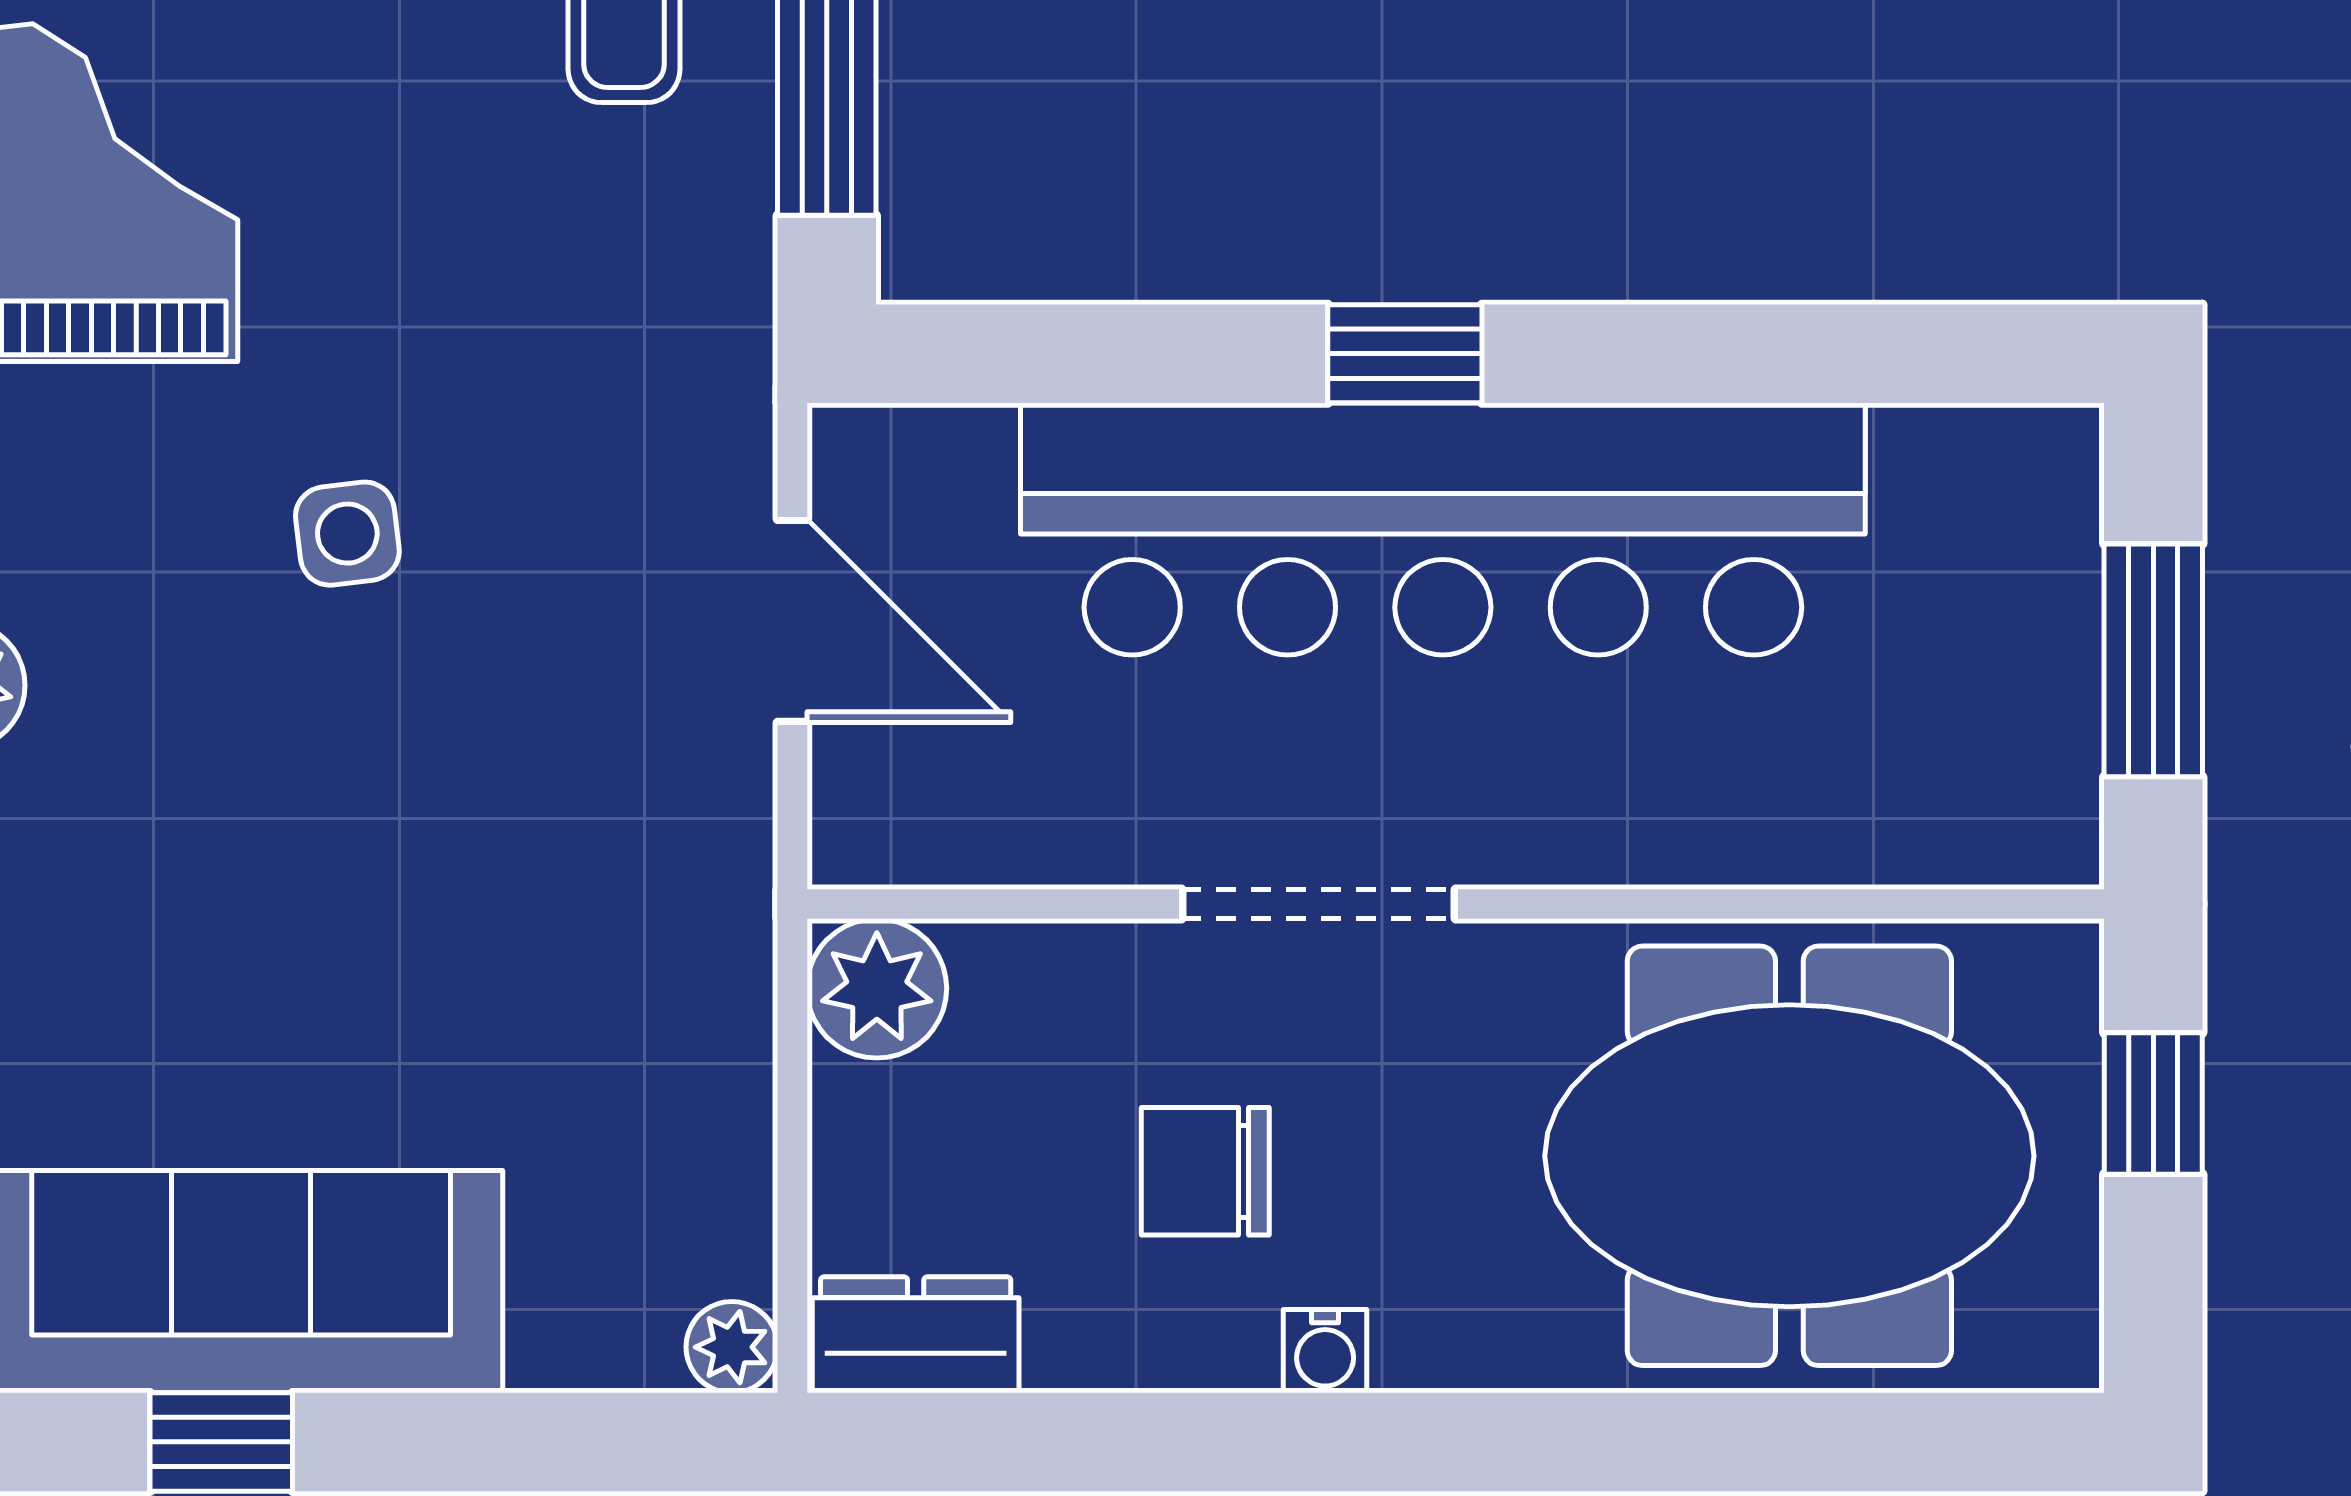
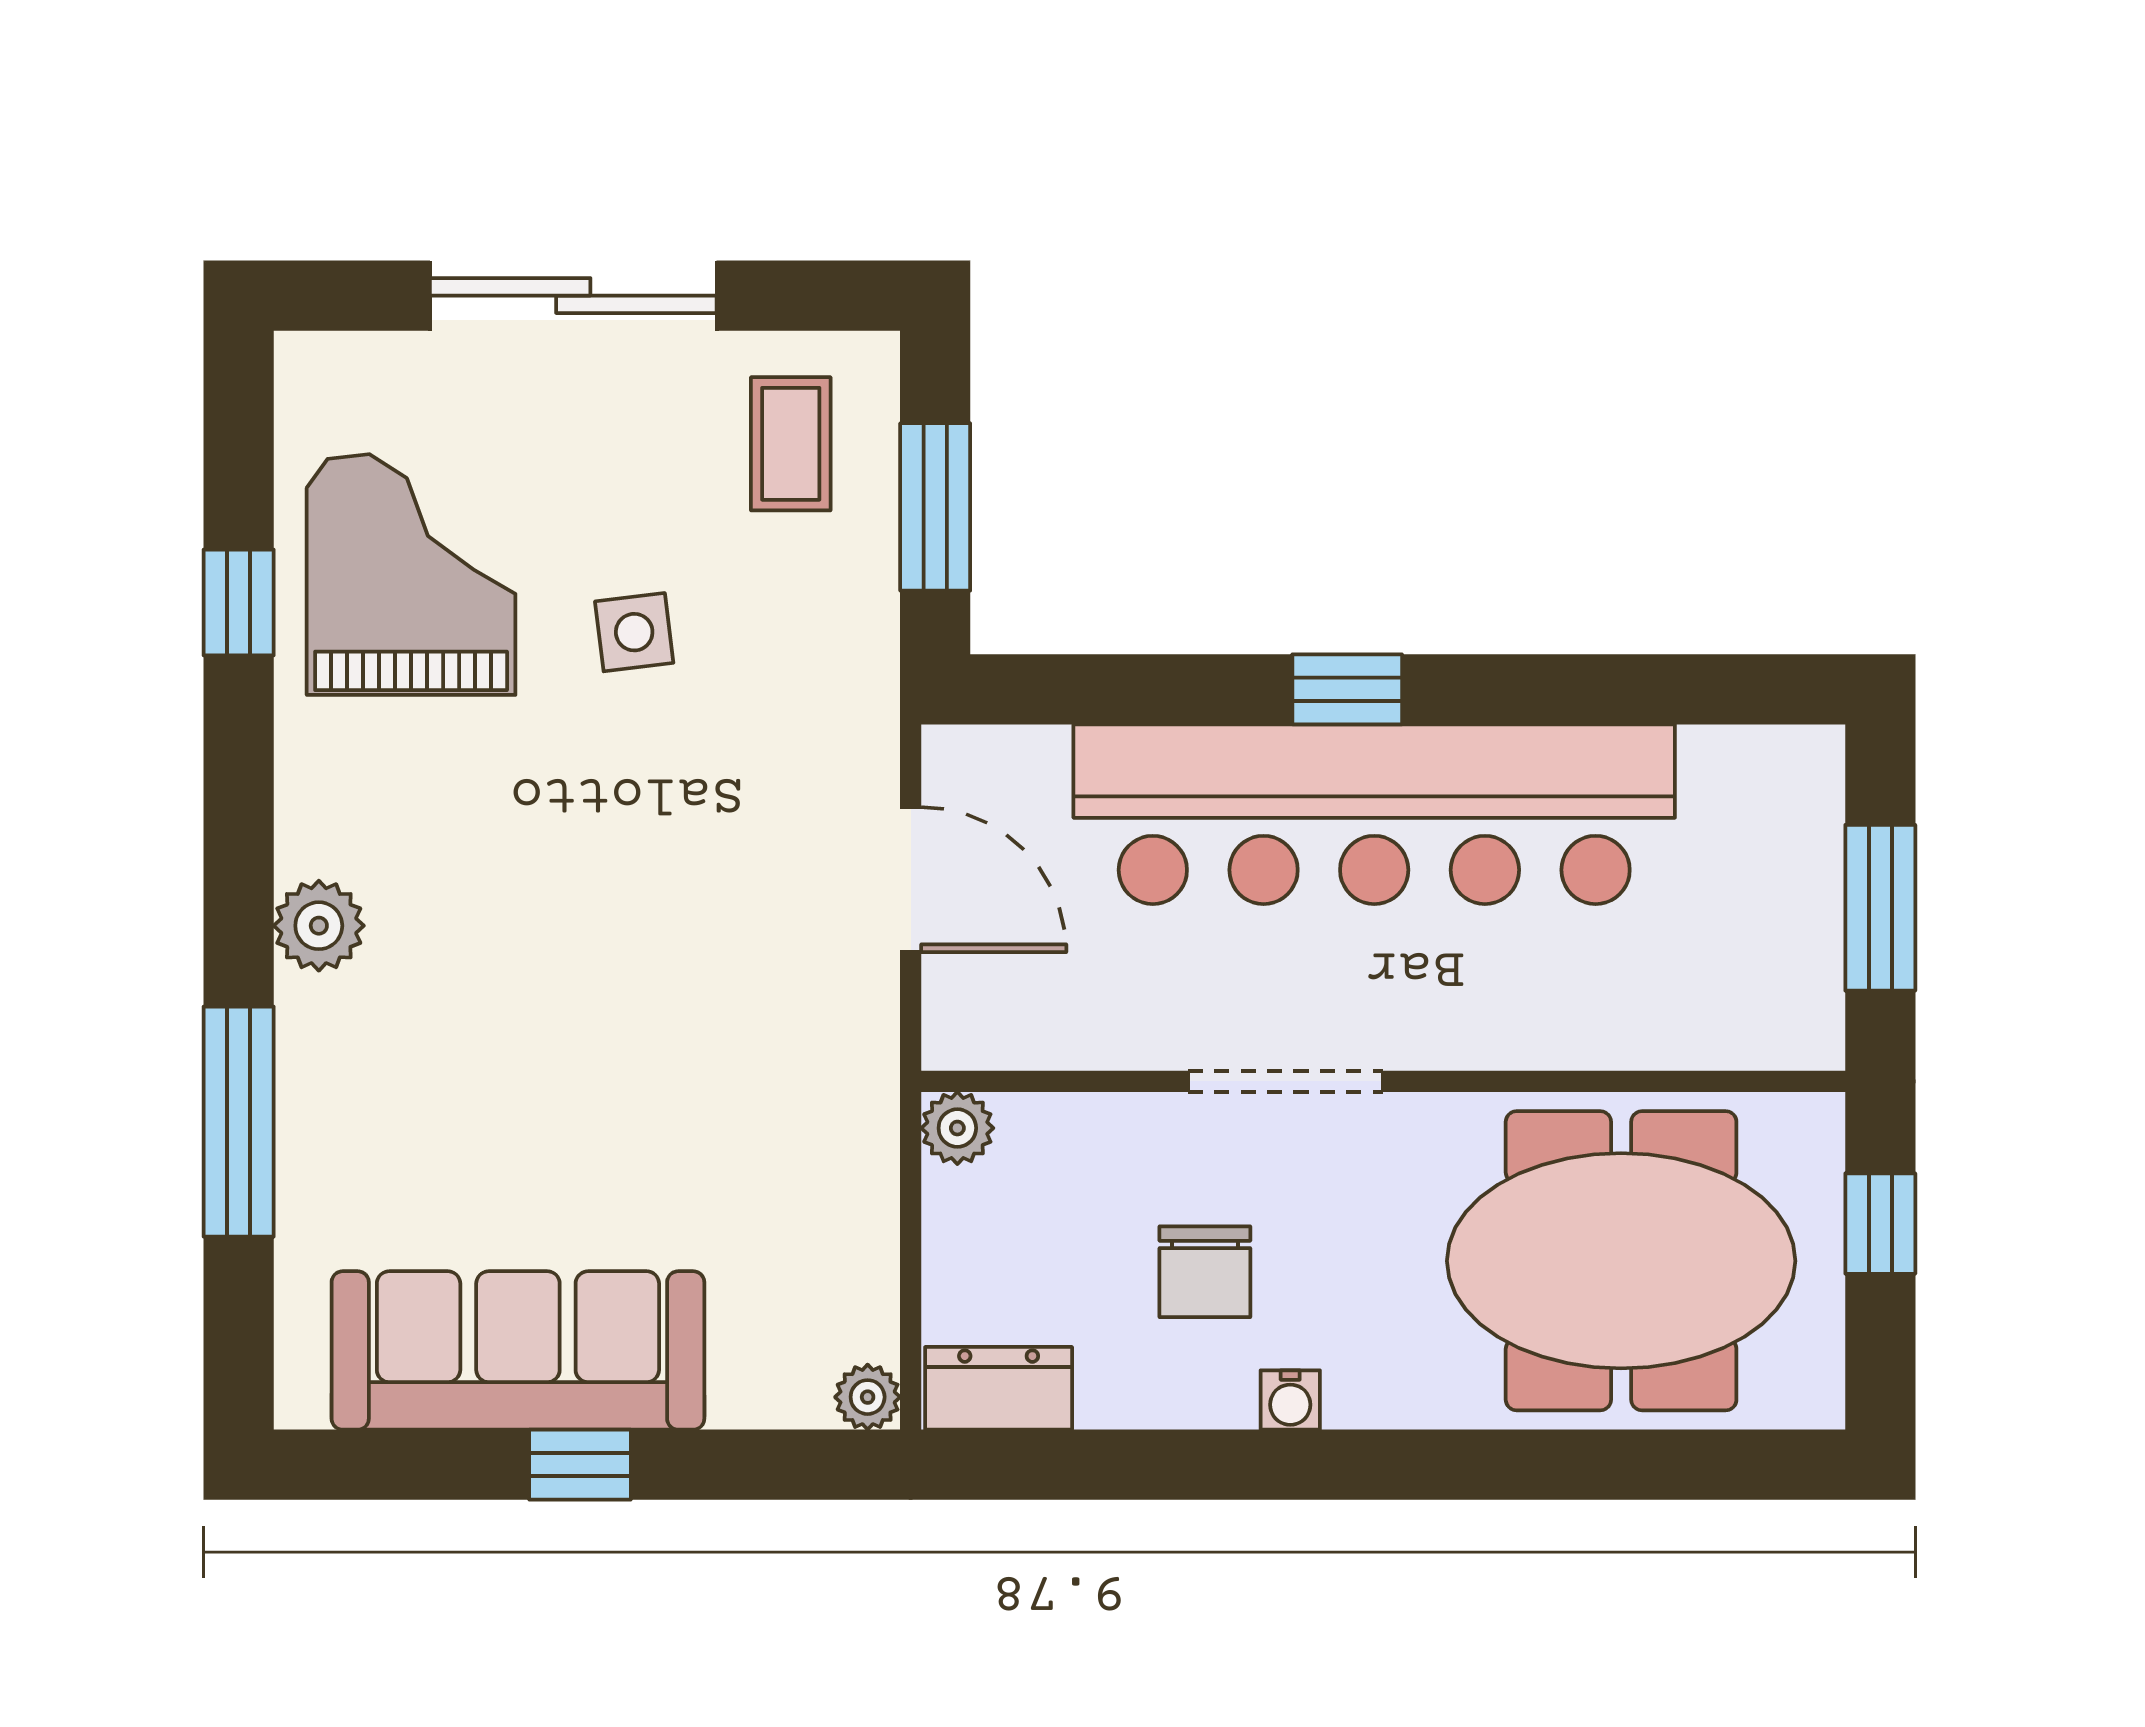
side table: (347, 534) -> (634, 632), moved
plant: (877, 988) -> (957, 1128), width x0.73, depth x0.73
chair: (1205, 1171) -> (1205, 1272), turned -90
window: (221, 1442) -> (580, 1465), moved

